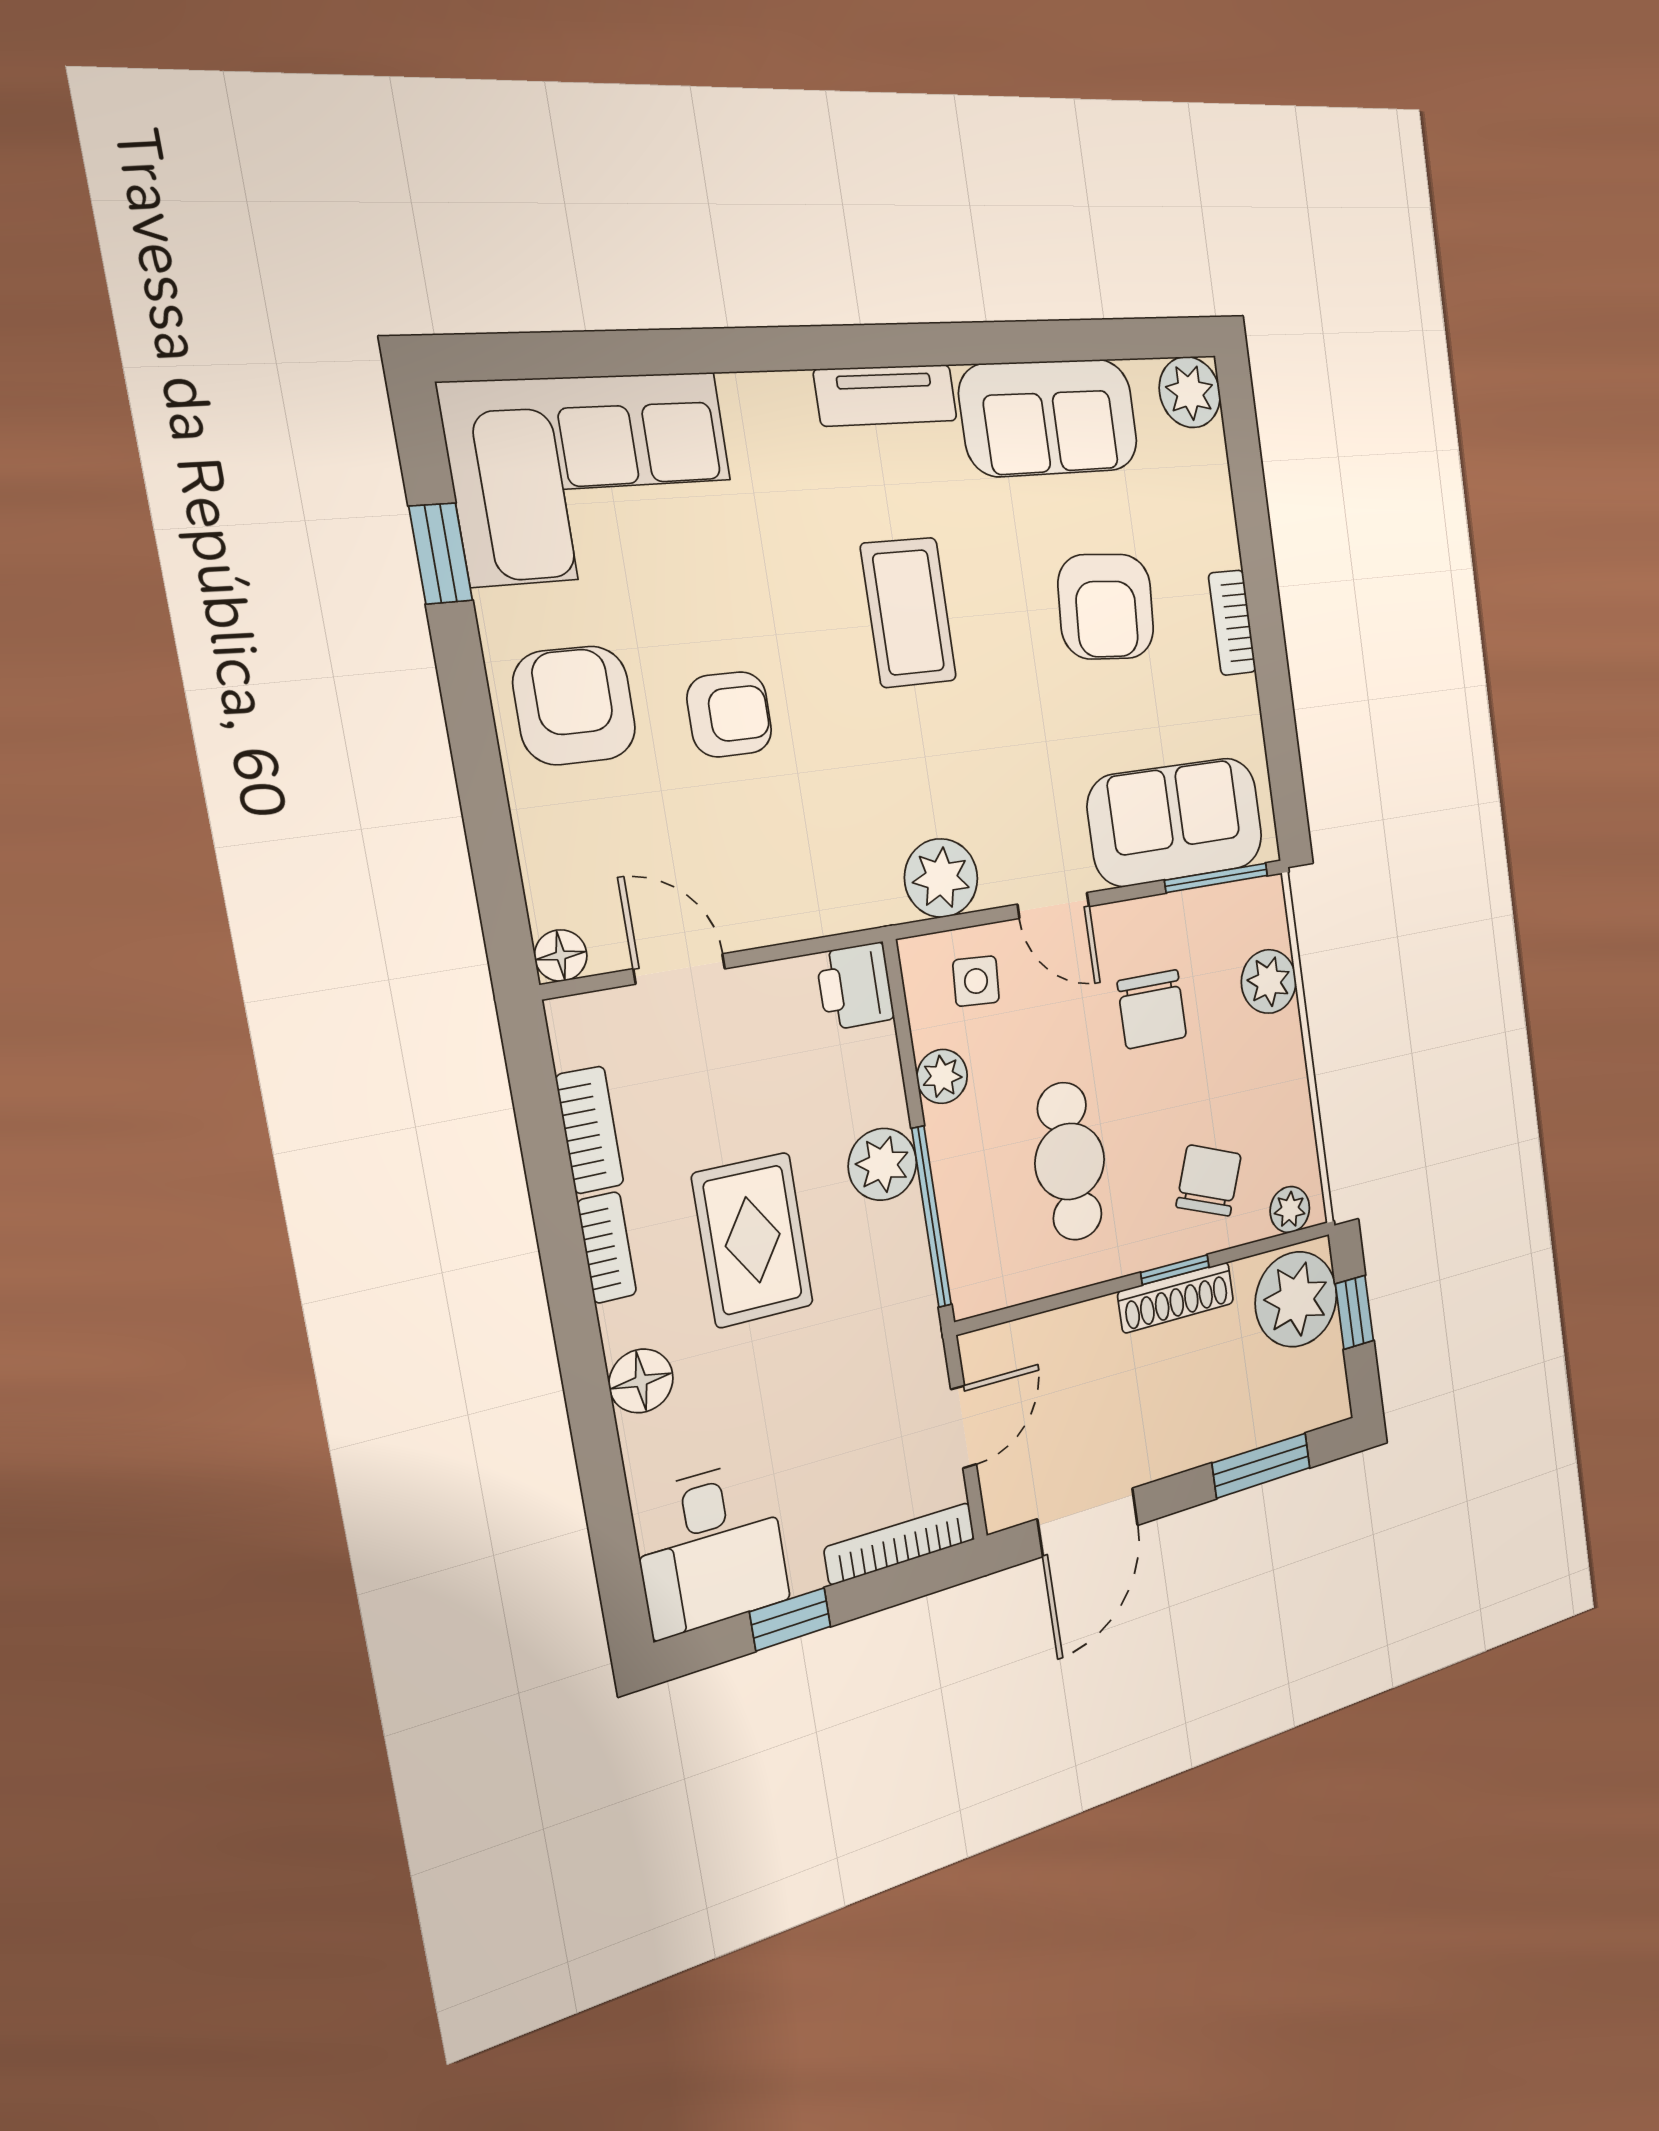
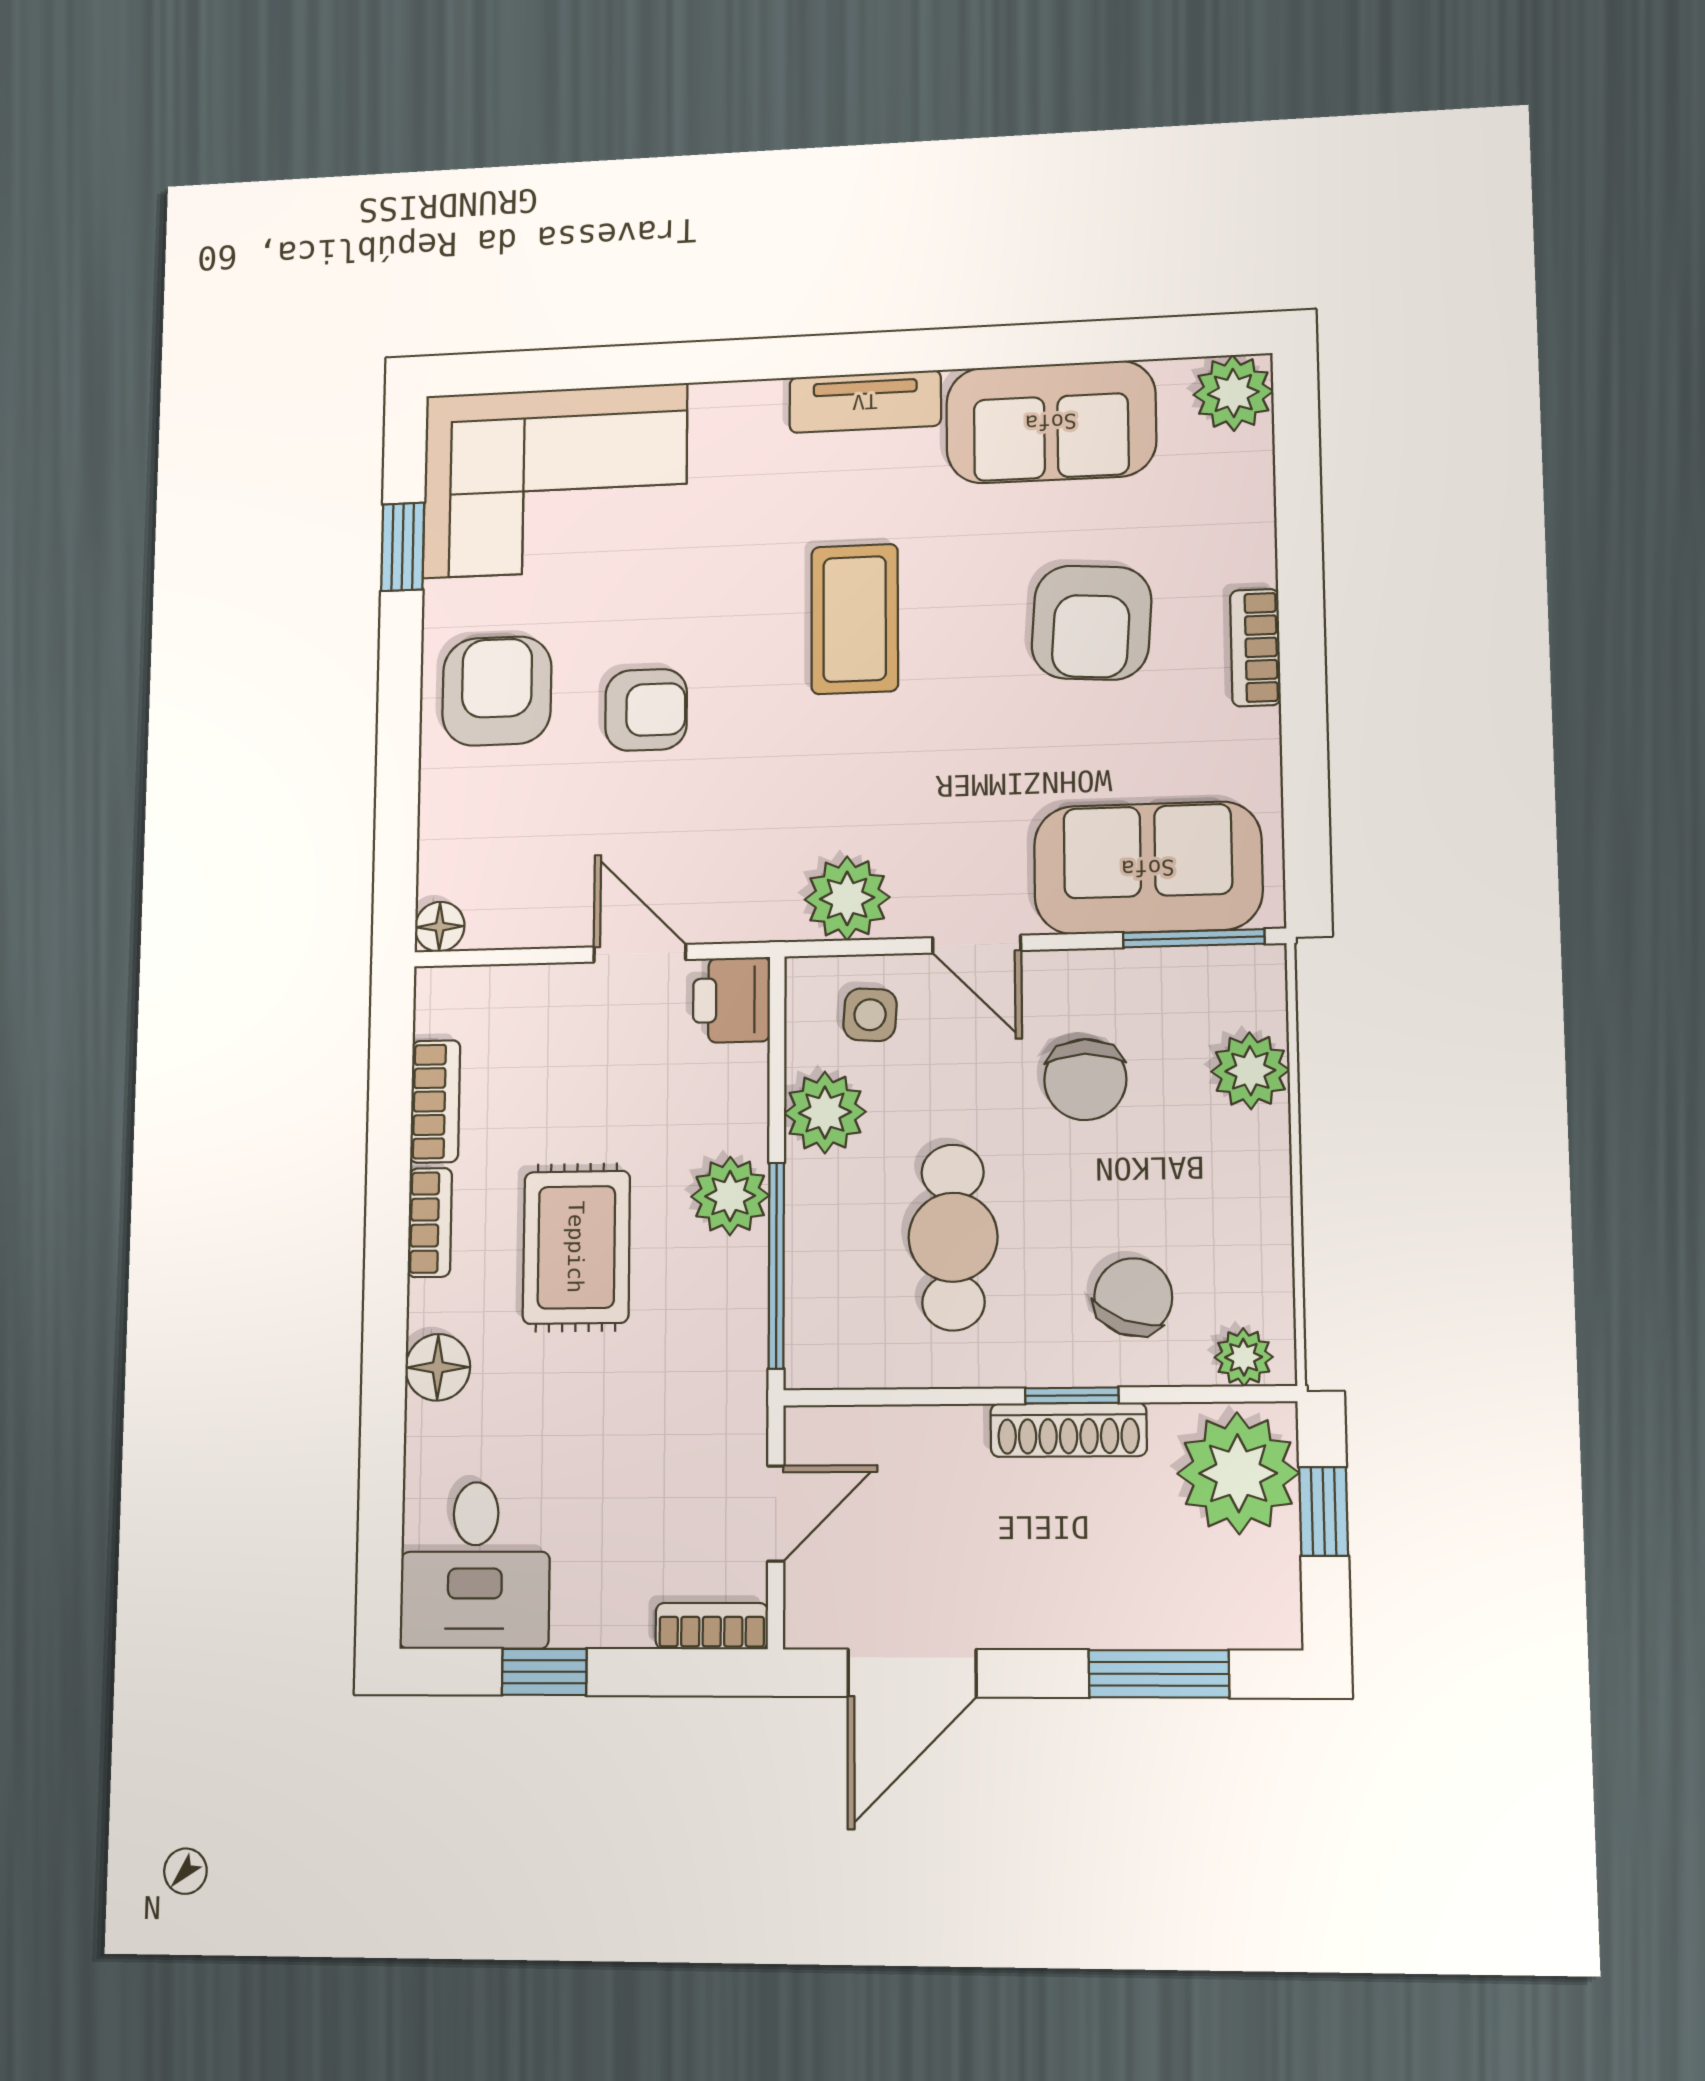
door: (679, 969) -> (640, 953), moved
plant: (942, 1076) -> (825, 1112), width x1.38, depth x1.38
bookcase: (900, 1543) -> (712, 1626), width x0.64

